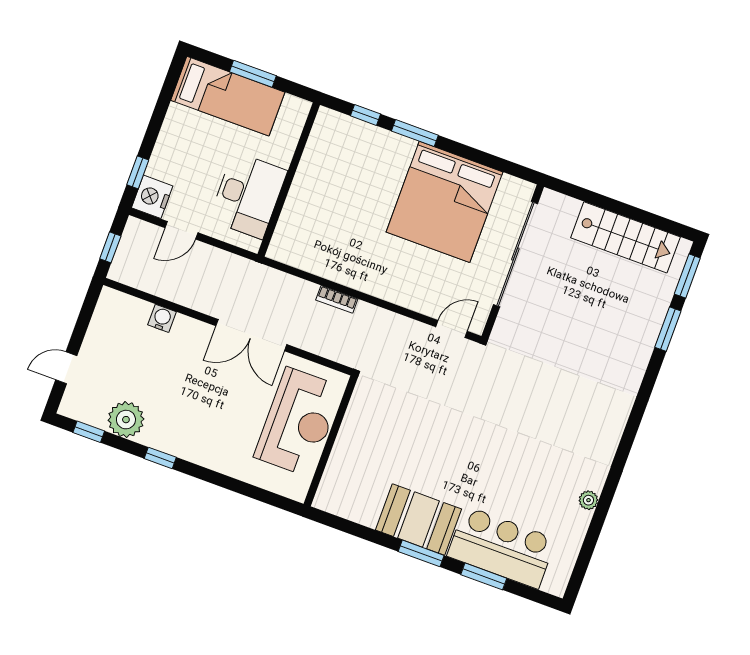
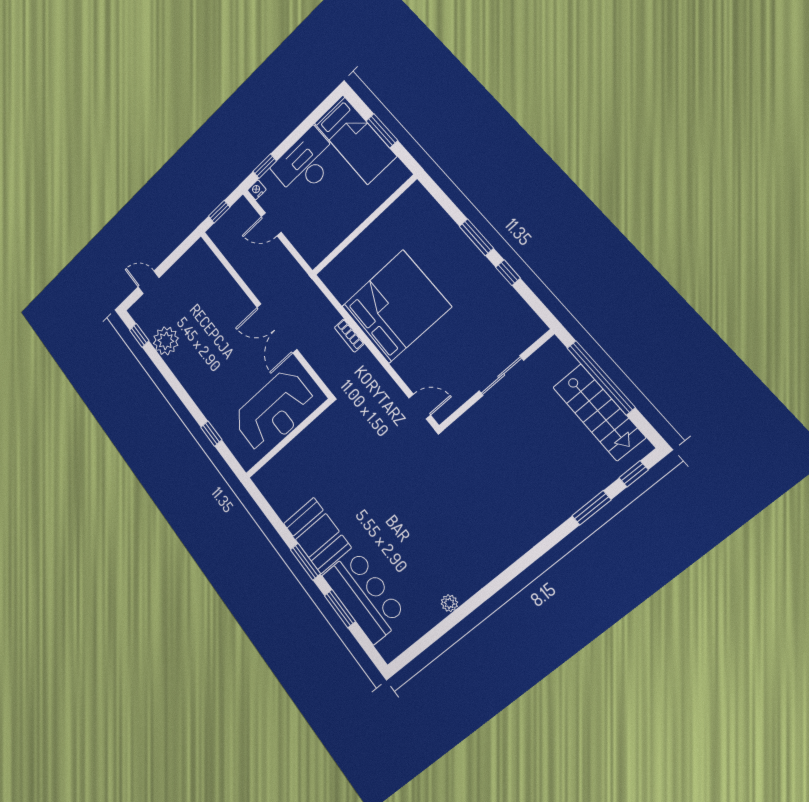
window: (365, 115) -> (508, 273), moved
desk: (248, 195) -> (306, 163), moved, turned 180
nightstand: (152, 197) -> (257, 190), width x0.53, depth x0.56
bed: (444, 202) -> (396, 307), moved, turned 180
window: (609, 204) -> (601, 377), added
sliding door: (515, 254) -> (501, 376), width x0.54
window: (687, 276) -> (633, 474), width x0.67
water cooler: (162, 318) -> (225, 282), removed
window: (160, 458) -> (211, 434), moved

